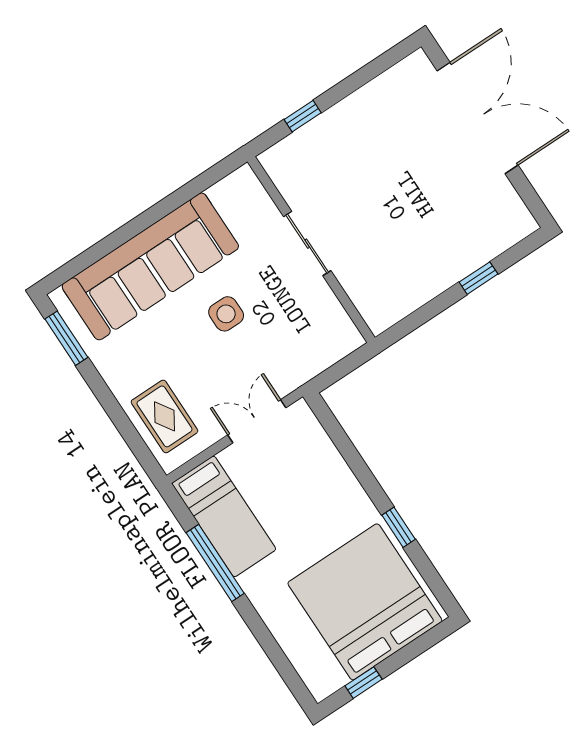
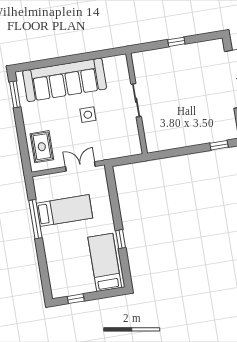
window: (303, 116) -> (176, 42), moved
window: (478, 278) -> (219, 145), moved
bed: (224, 516) -> (64, 211), moved, turned -90
bed: (365, 602) -> (105, 262), width x0.49

